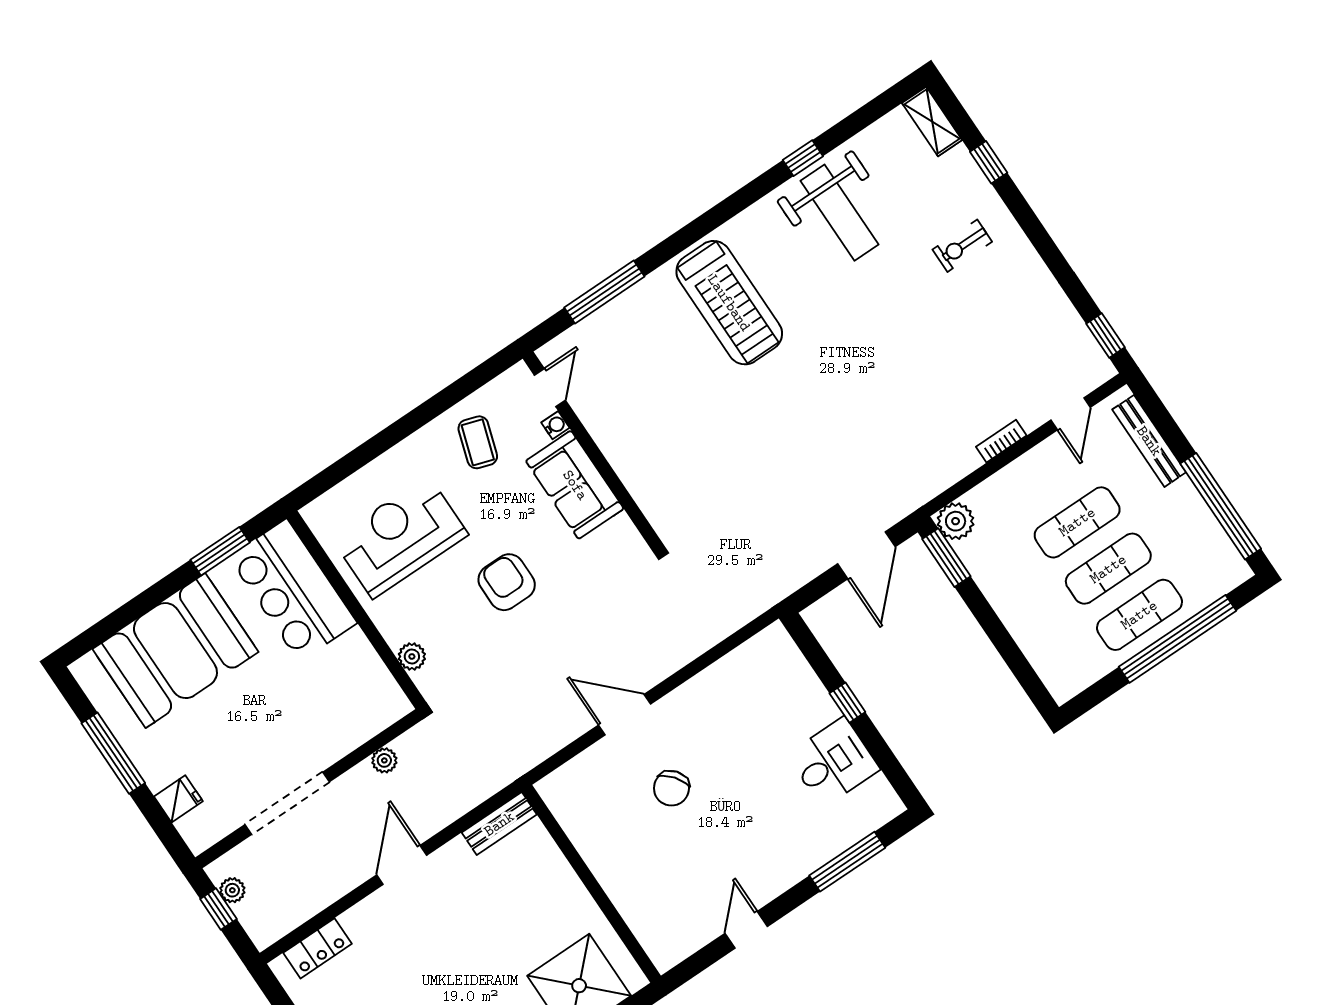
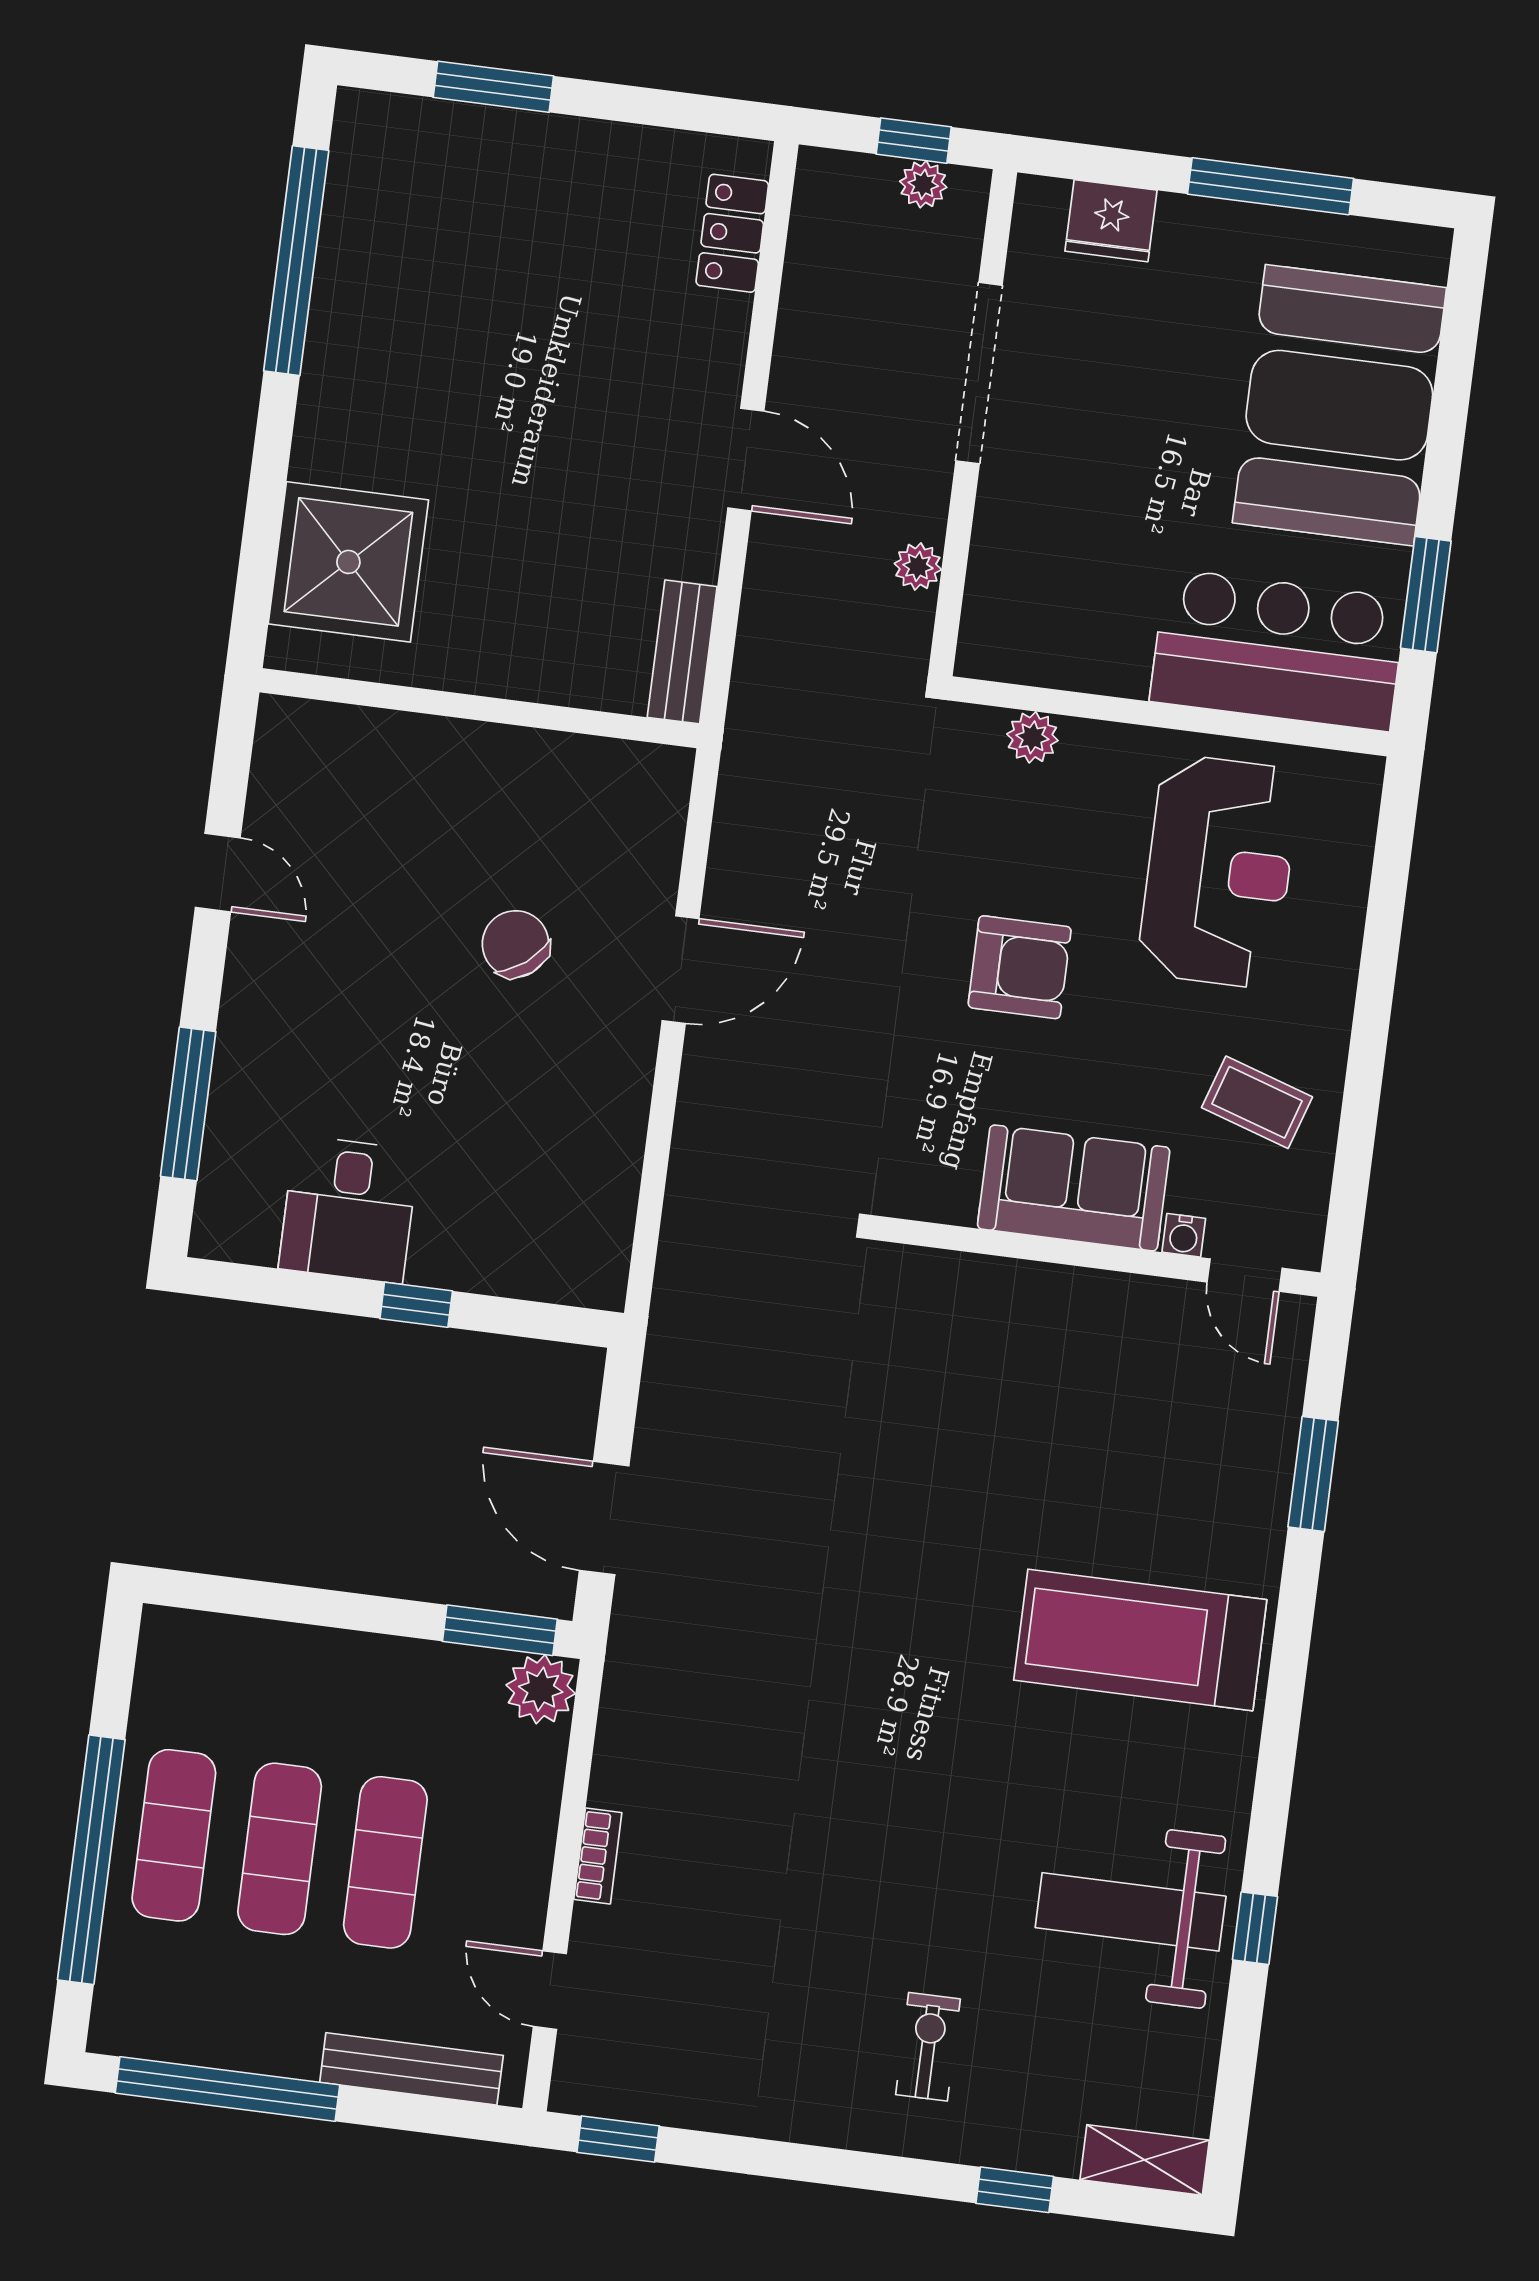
window: (604, 292) -> (1313, 1474), width x0.69
fridge: (178, 799) -> (1111, 221), width x1.38

